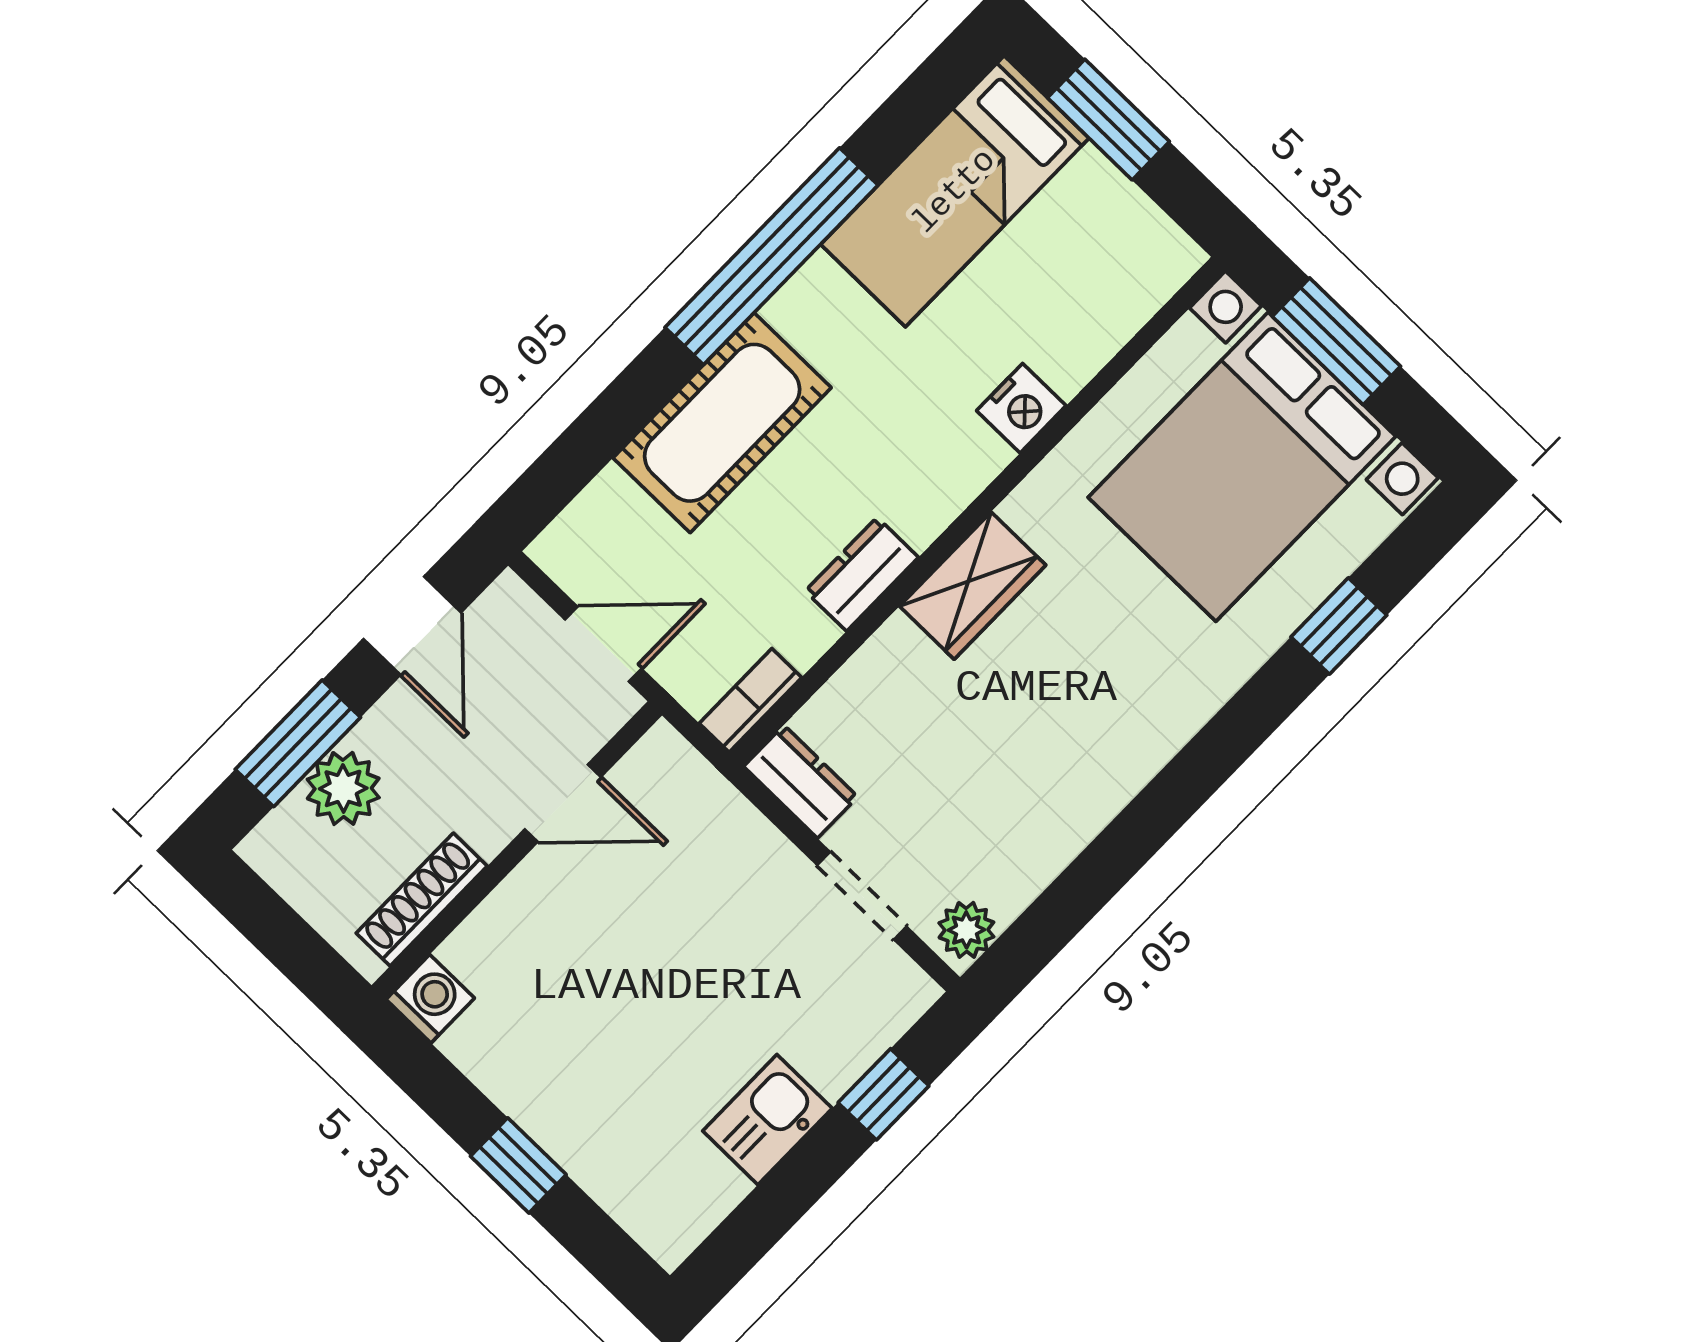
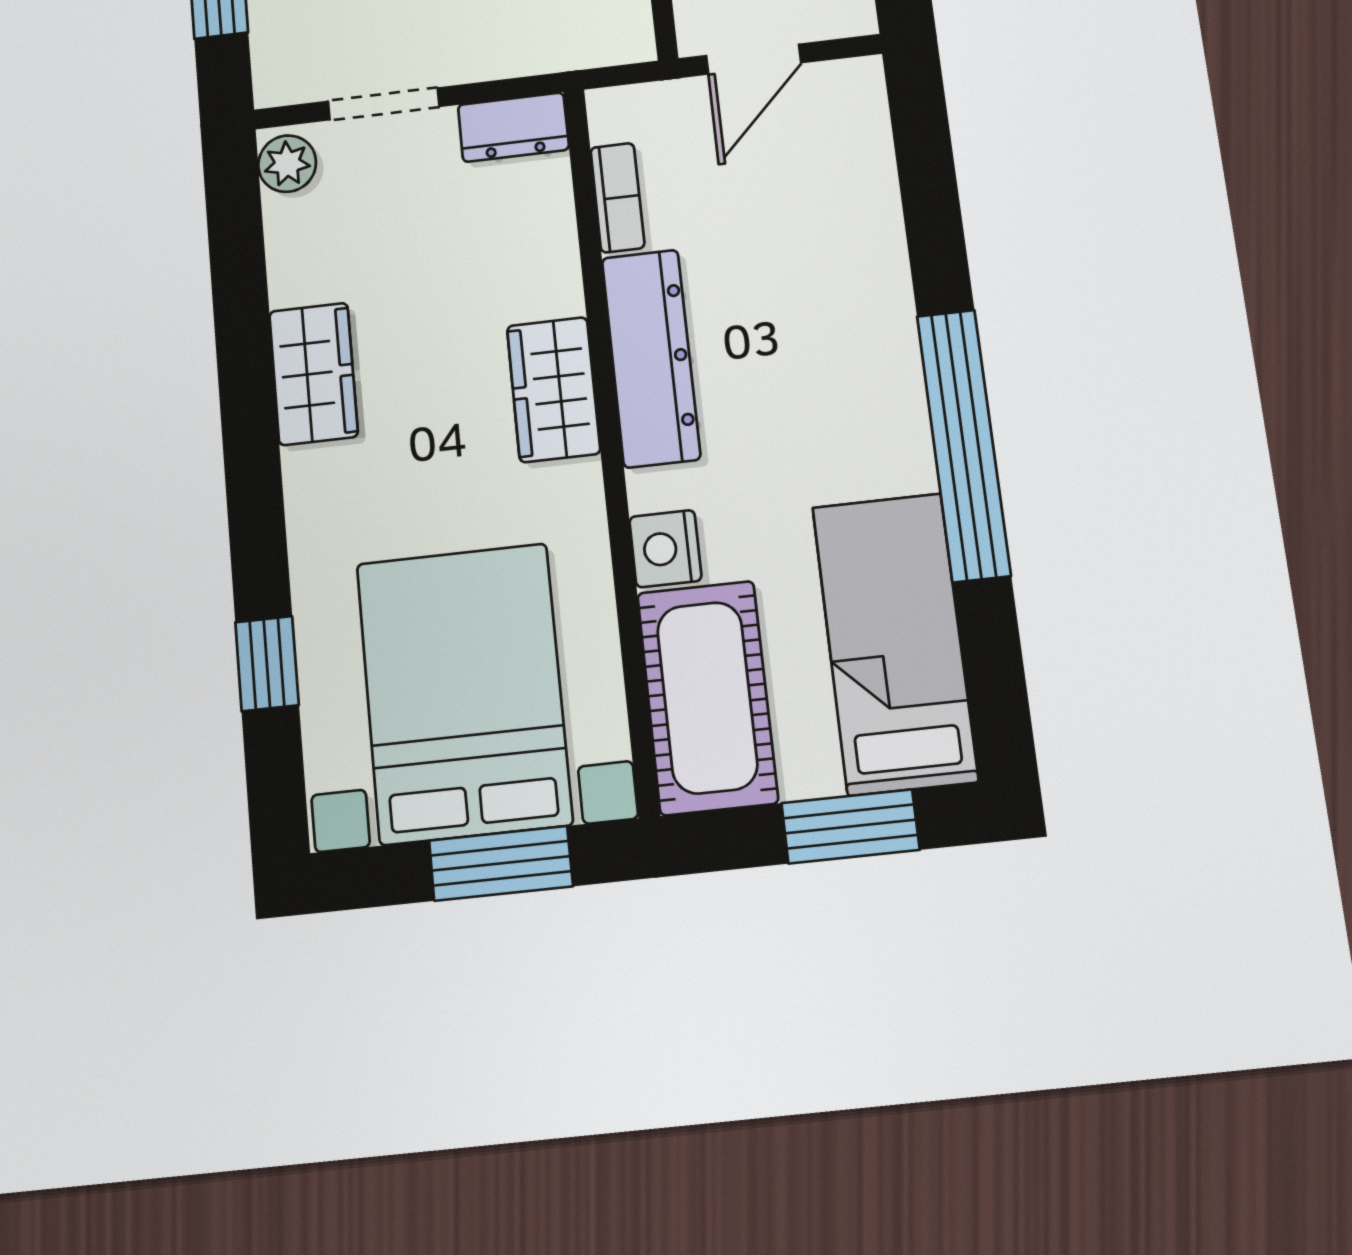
cot: (722, 423) -> (707, 697), moved
dresser: (862, 574) -> (651, 358), width x1.96, depth x1.24
bookcase: (750, 700) -> (617, 198), moved
wardrobe: (1106, 773) -> (313, 374), added

